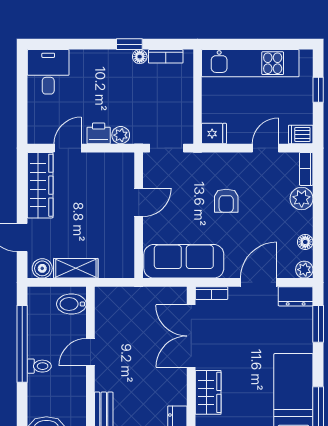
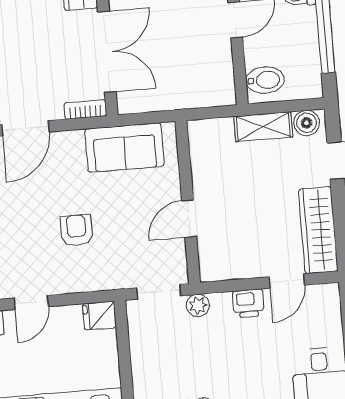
plant: (121, 135) -> (198, 305), moved
sofa: (184, 261) -> (125, 147), width x0.73

